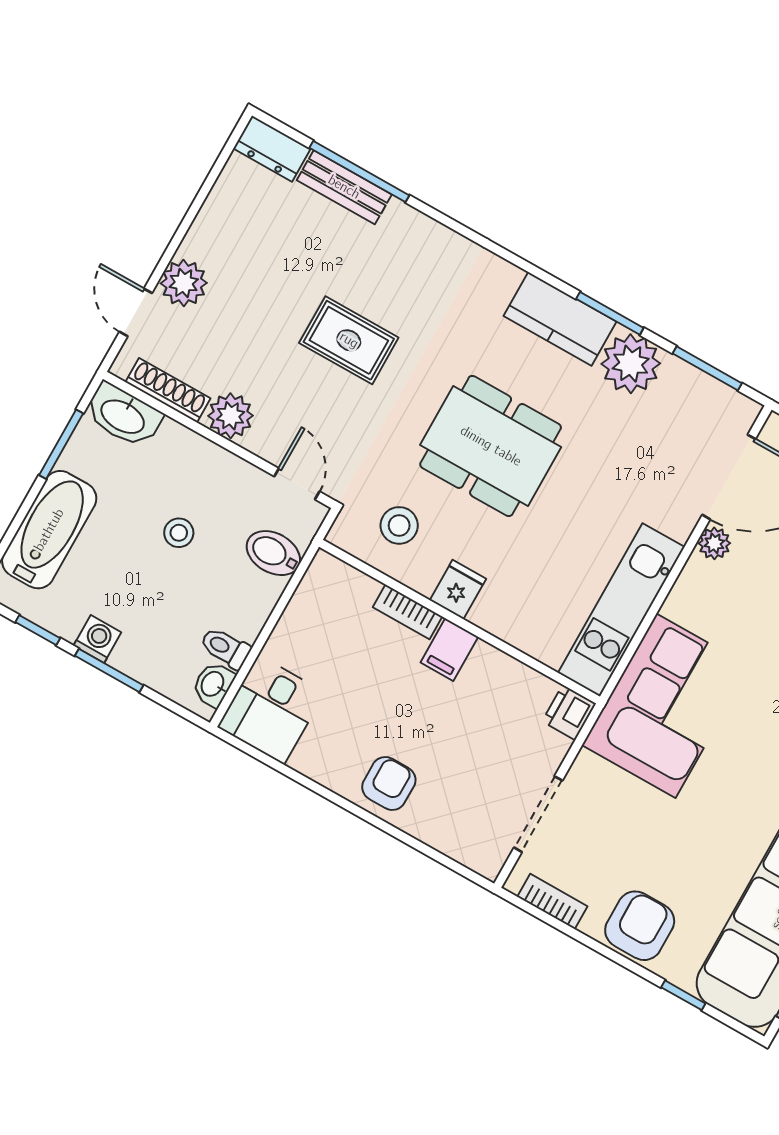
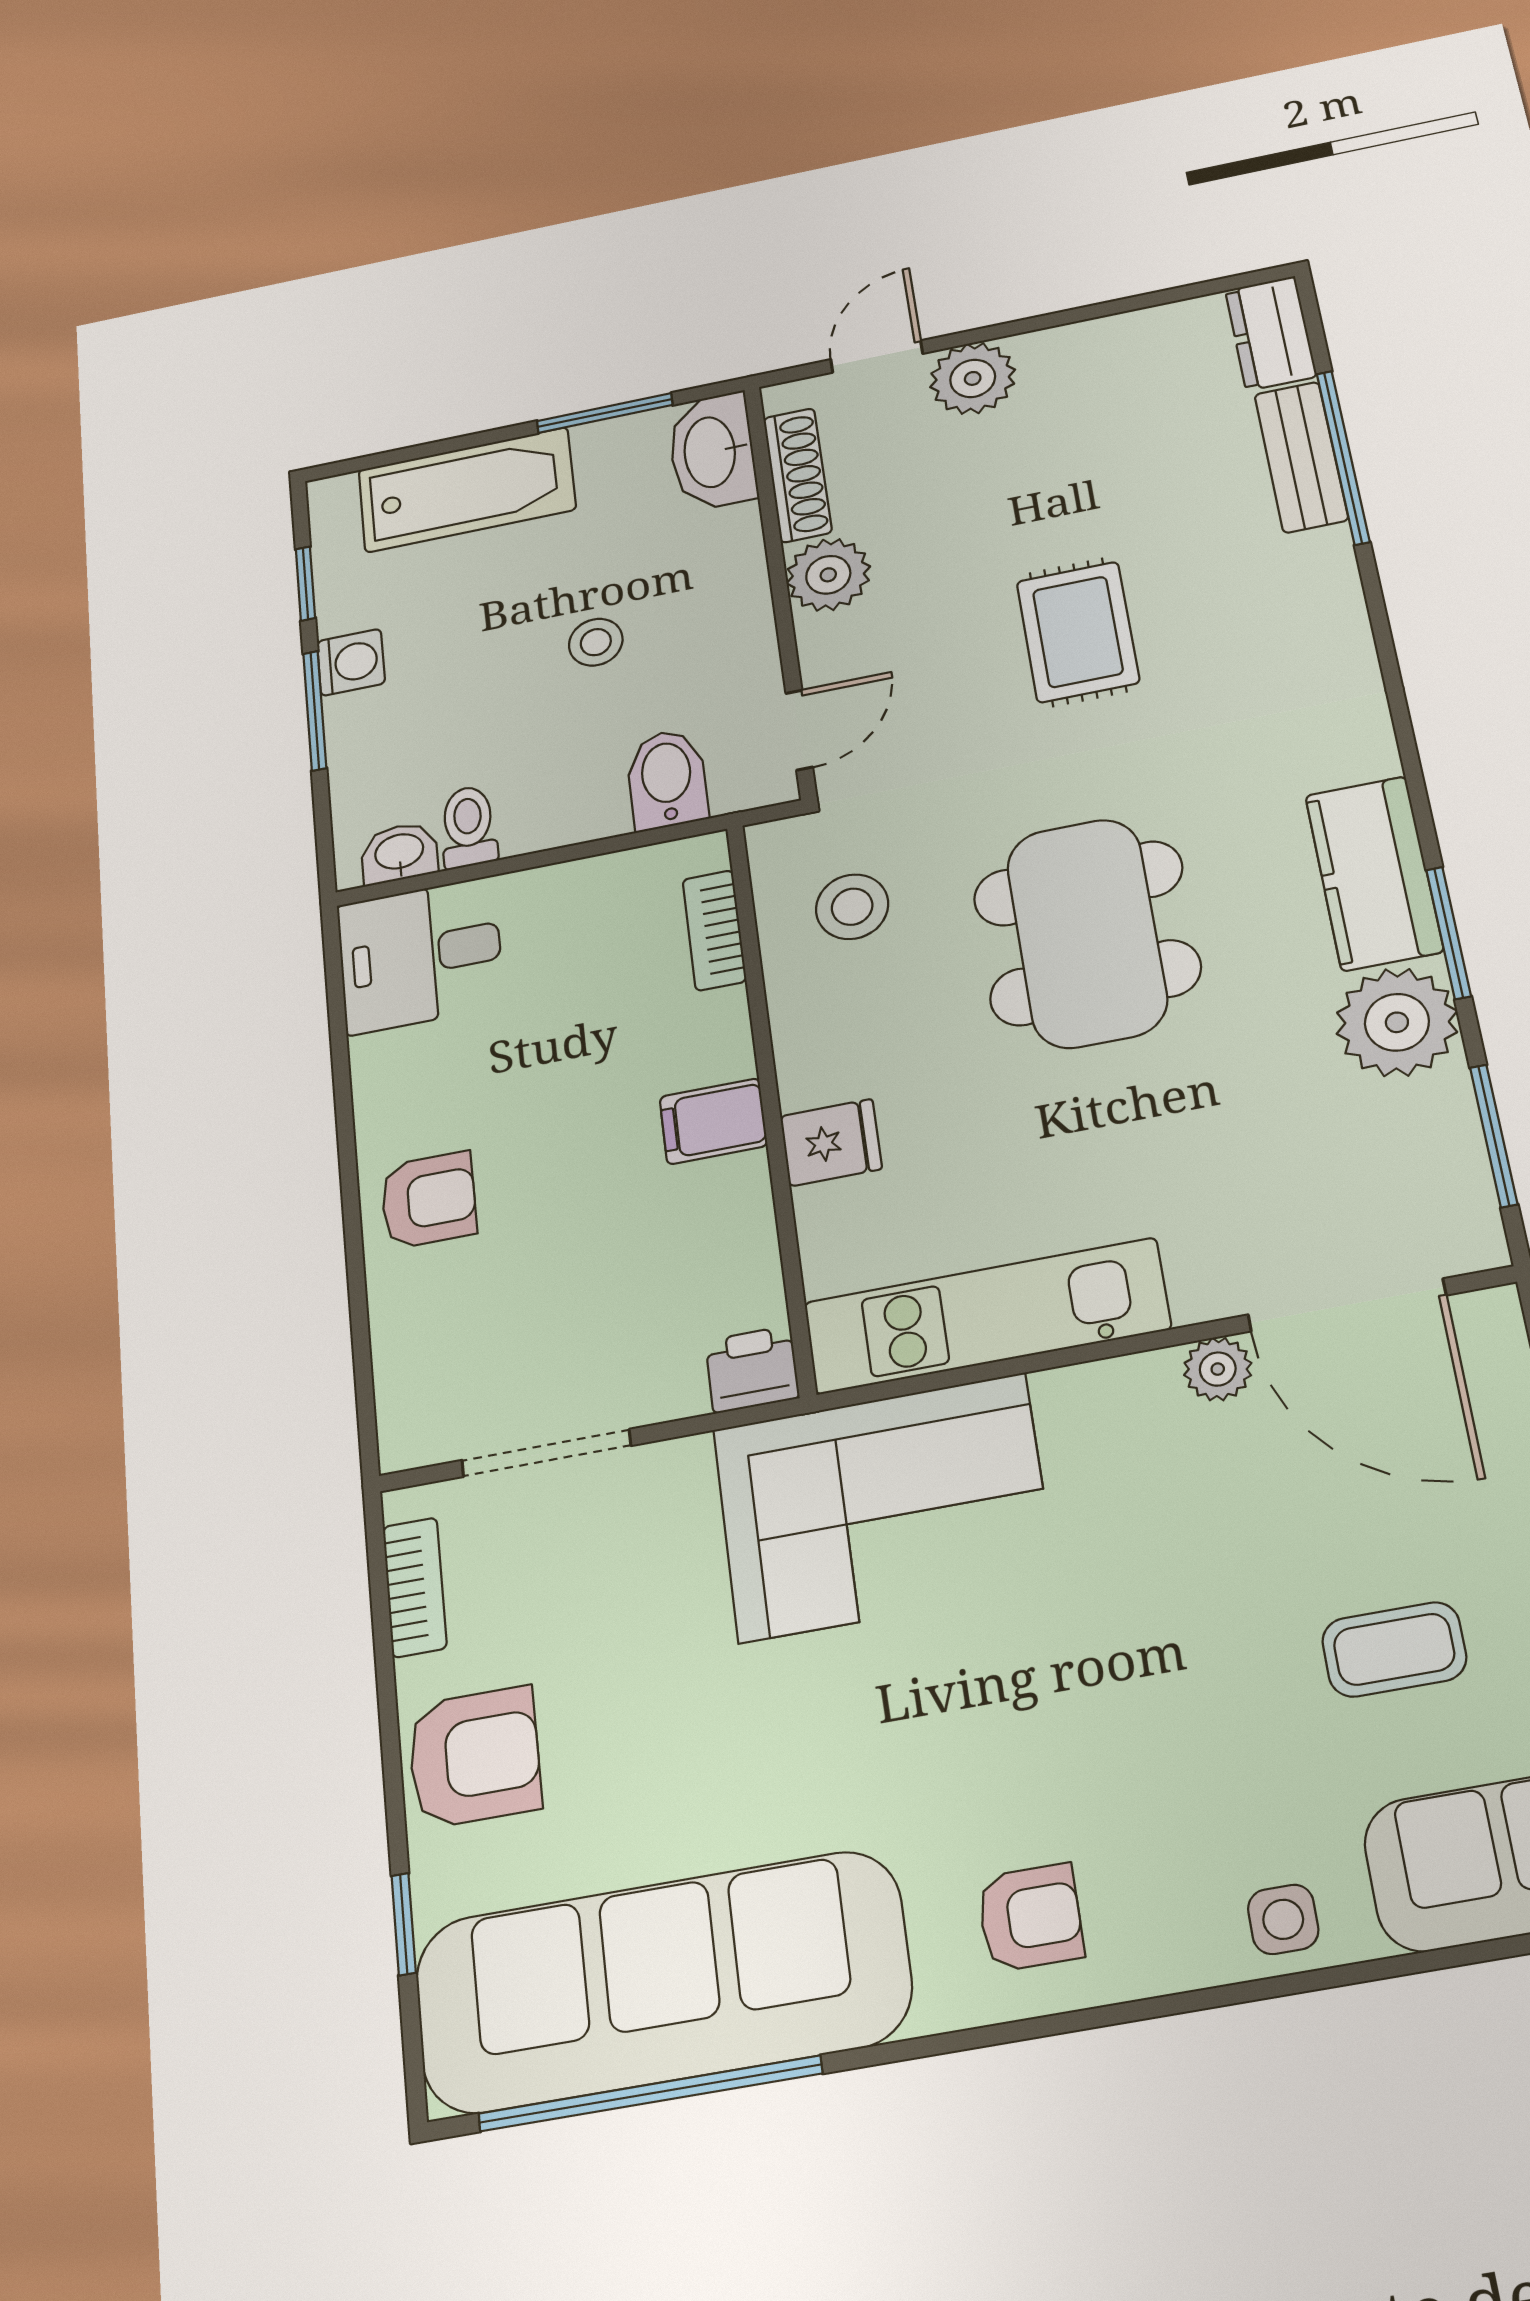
fridge: (458, 590) -> (831, 1143), moved
bookcase: (407, 612) -> (714, 930), moved

